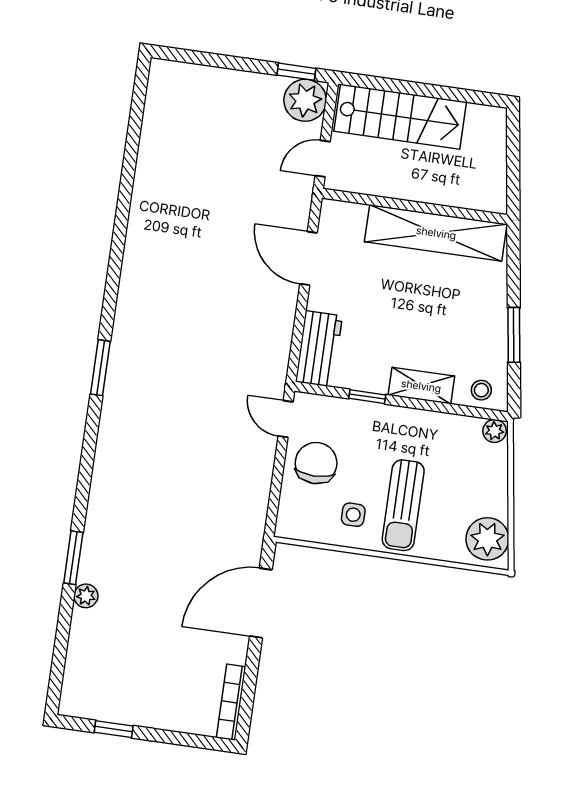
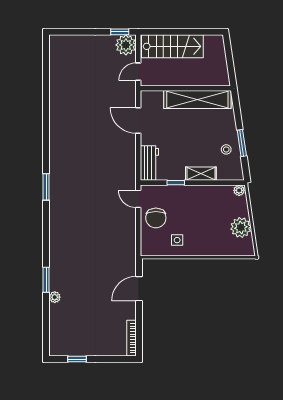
stool: (481, 390) -> (226, 149), moved
chair: (316, 463) -> (156, 218), turned 180
sun lounger: (403, 505) -> (200, 232), removed
plant: (487, 539) -> (241, 228), moved
door: (261, 603) -> (139, 289), width x0.73

